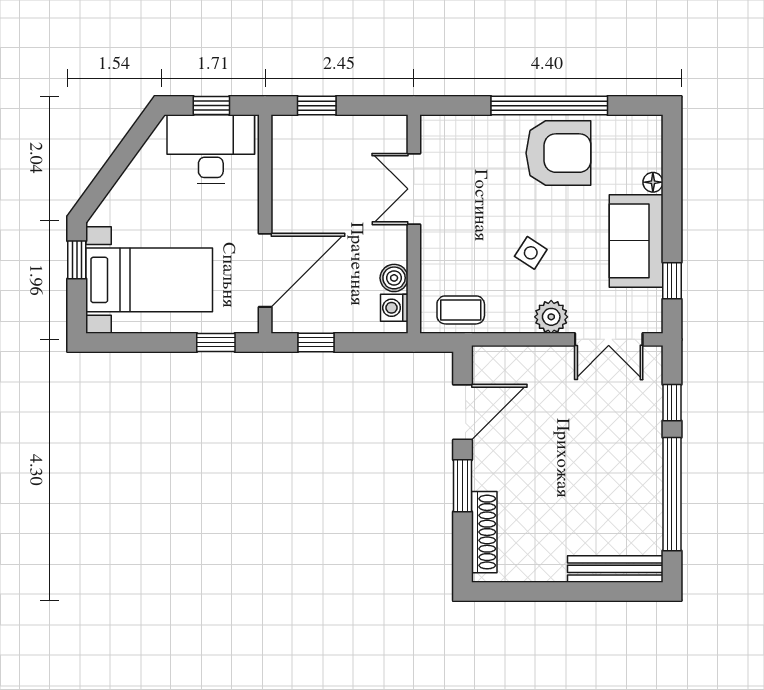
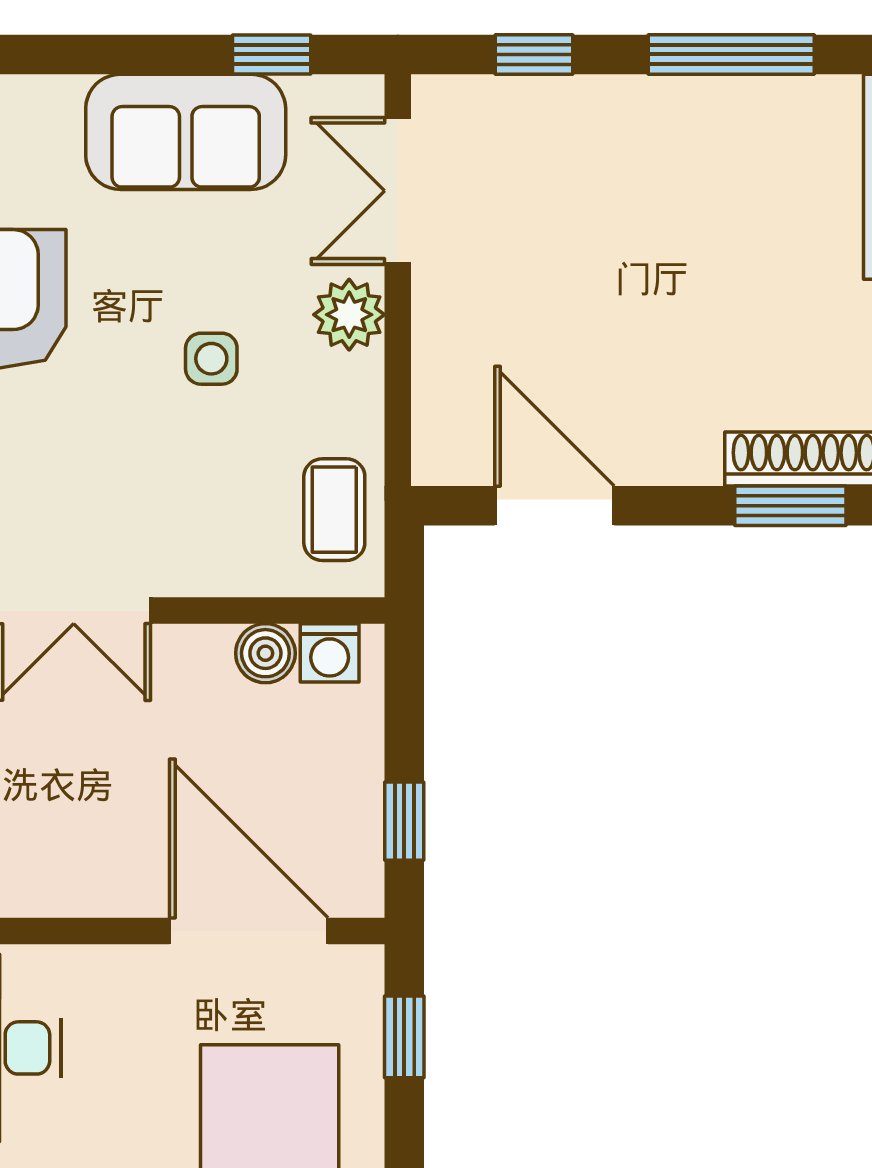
floor lamp: (653, 182) -> (59, 95), removed
side table: (531, 253) -> (211, 359), turned -33
double door: (609, 339) -> (398, 191), swing flipped
window: (462, 486) -> (790, 506), moved
window: (672, 494) -> (731, 54), width x0.68

